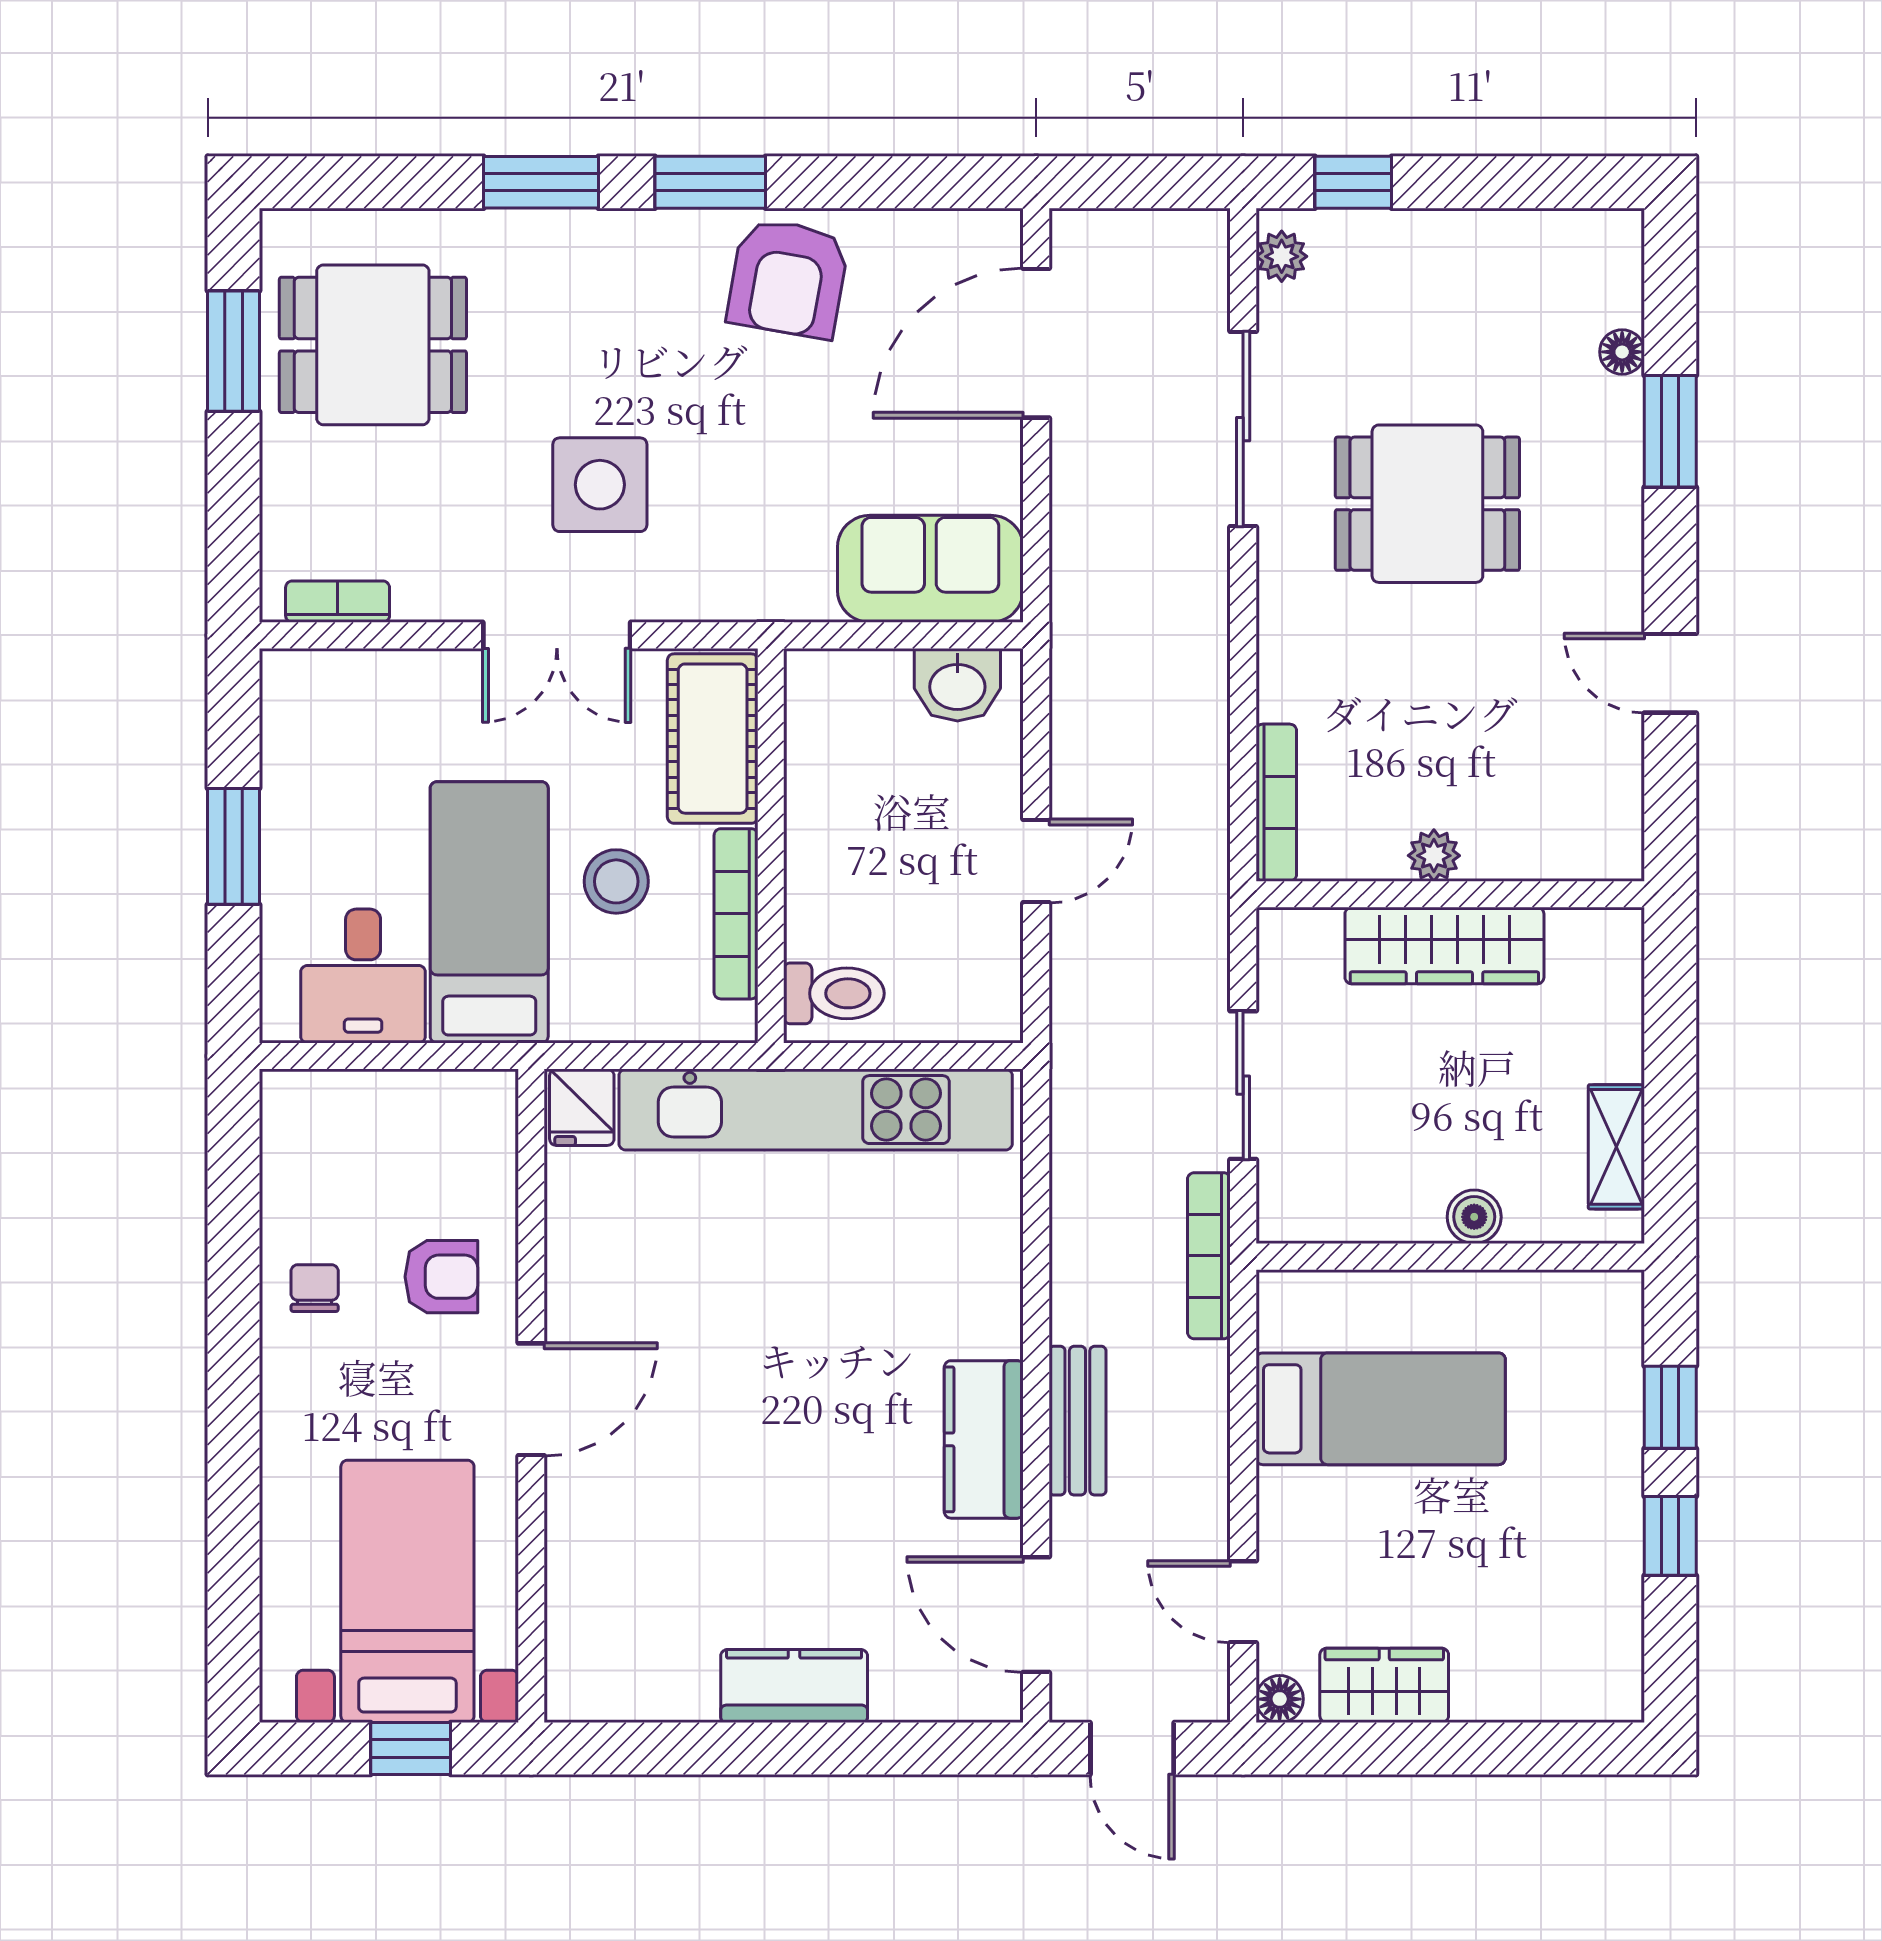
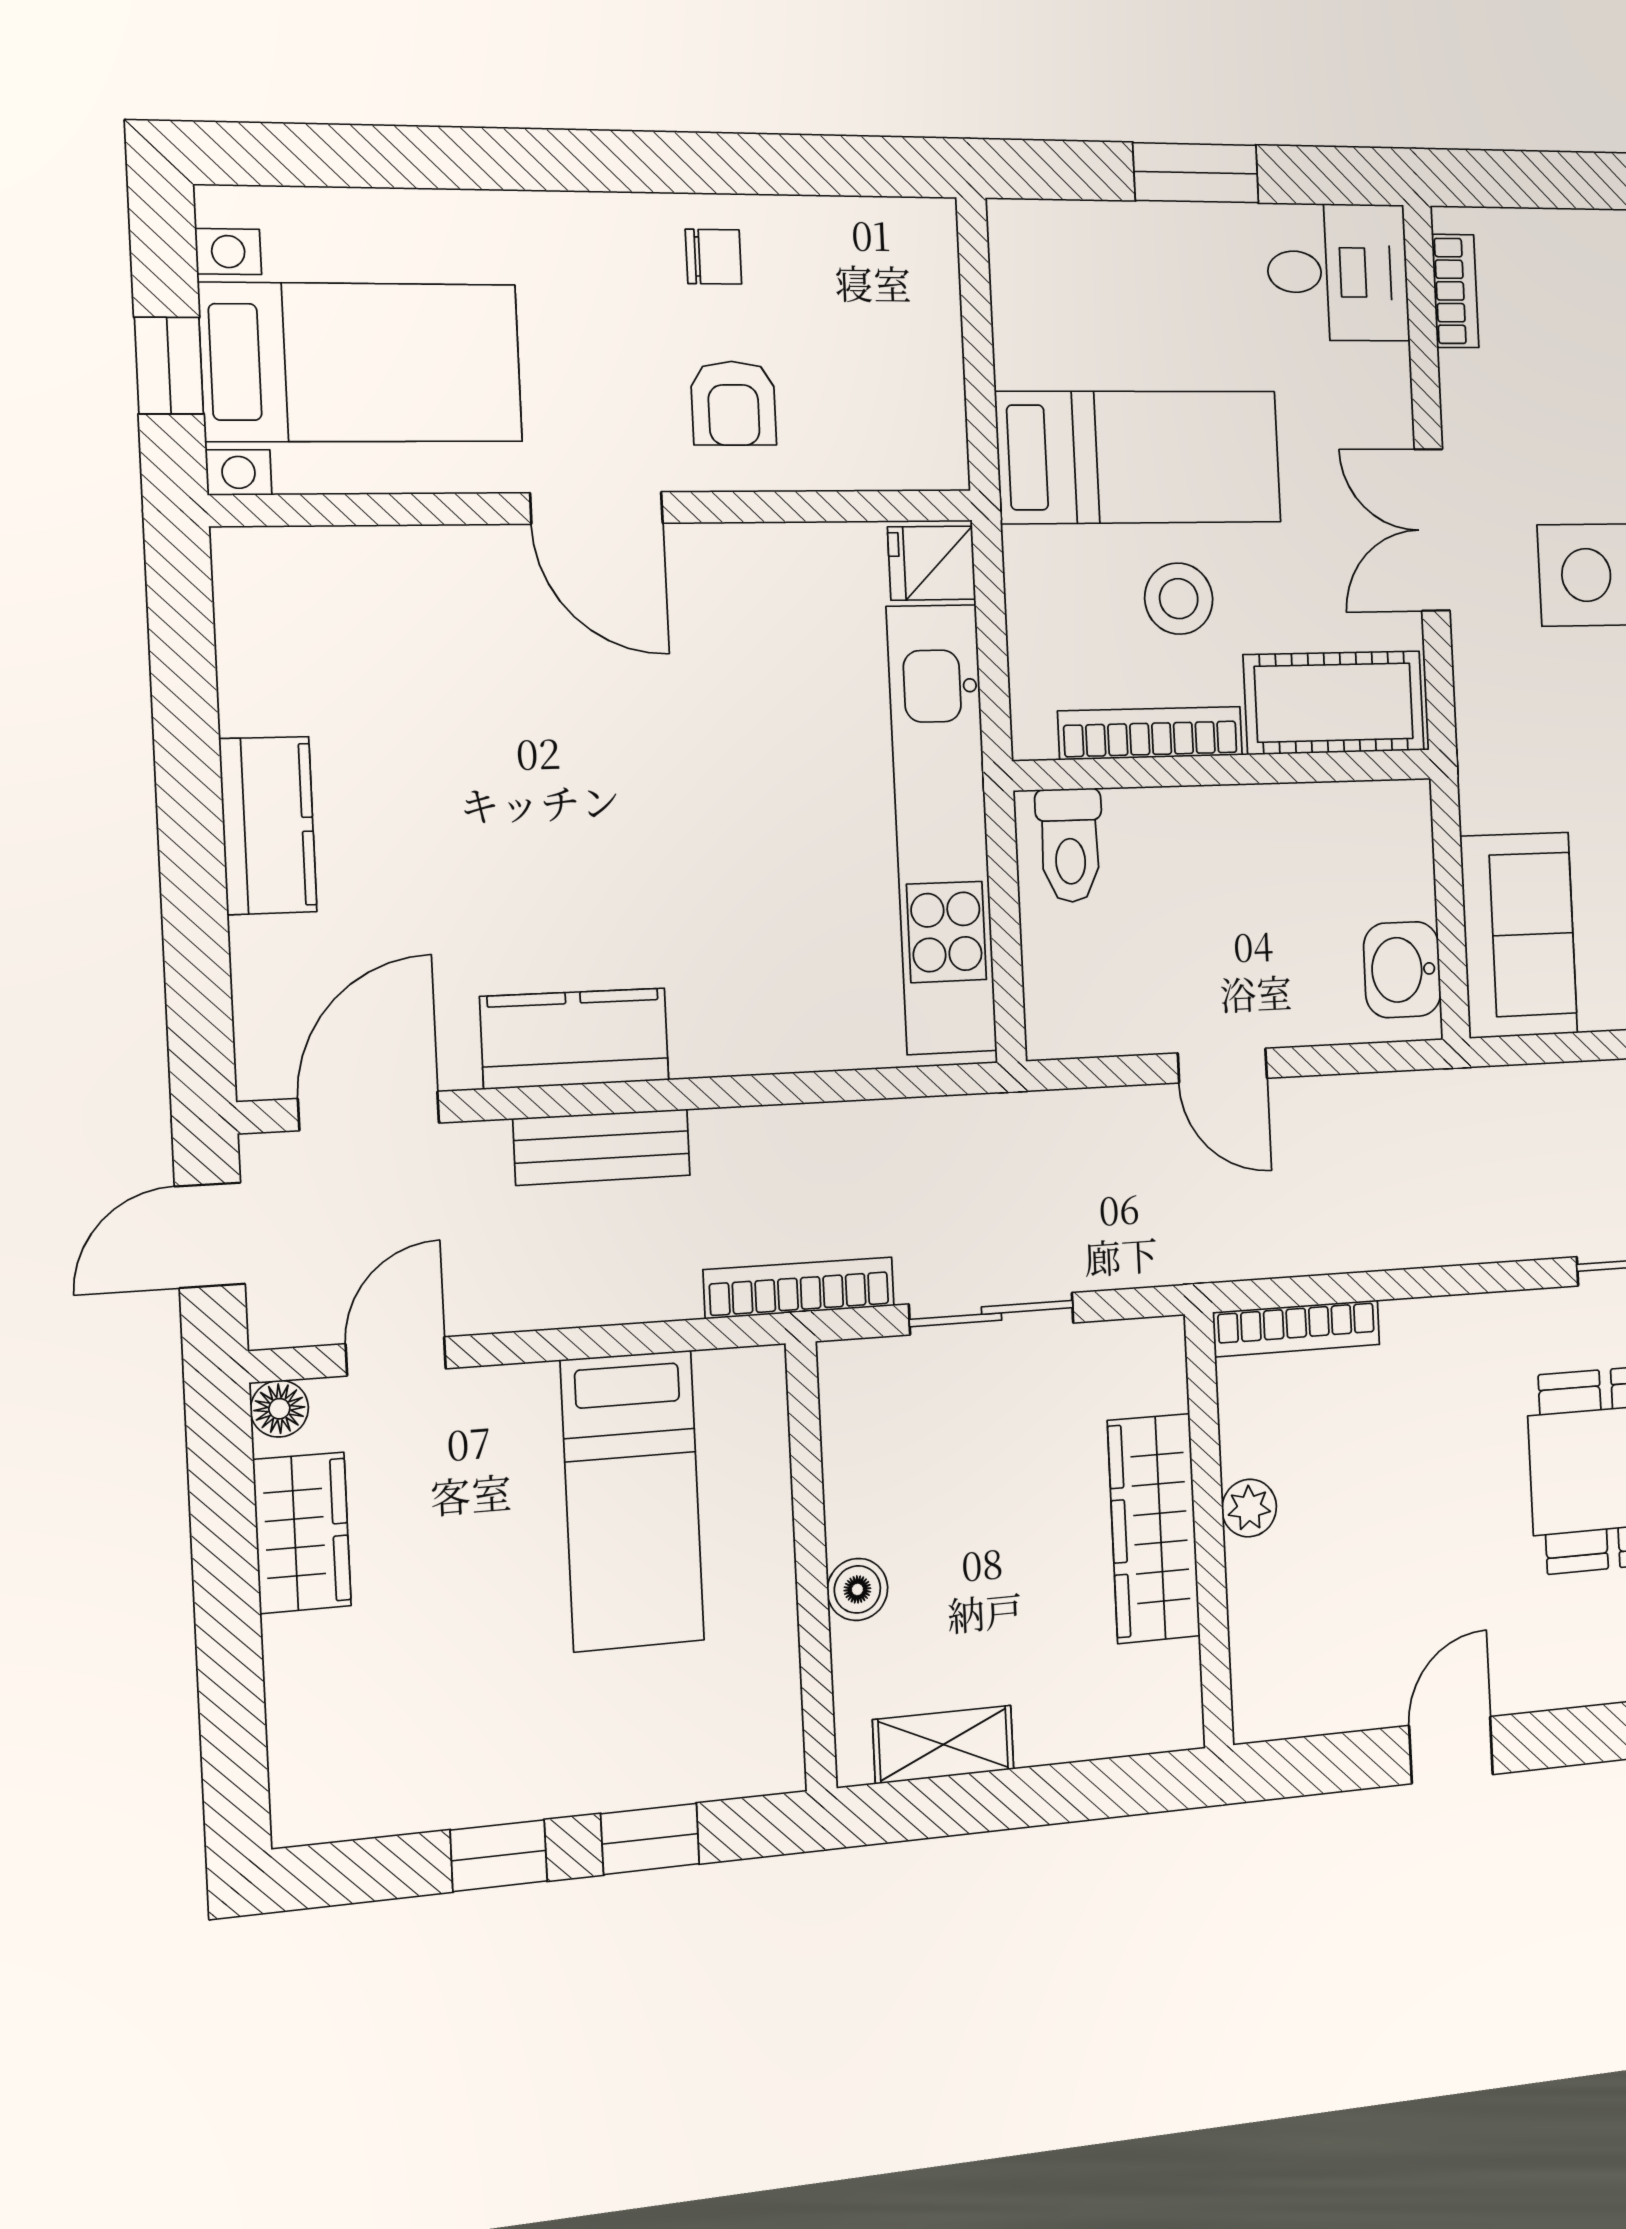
desk: (363, 976) -> (1338, 272), moved, turned 180

